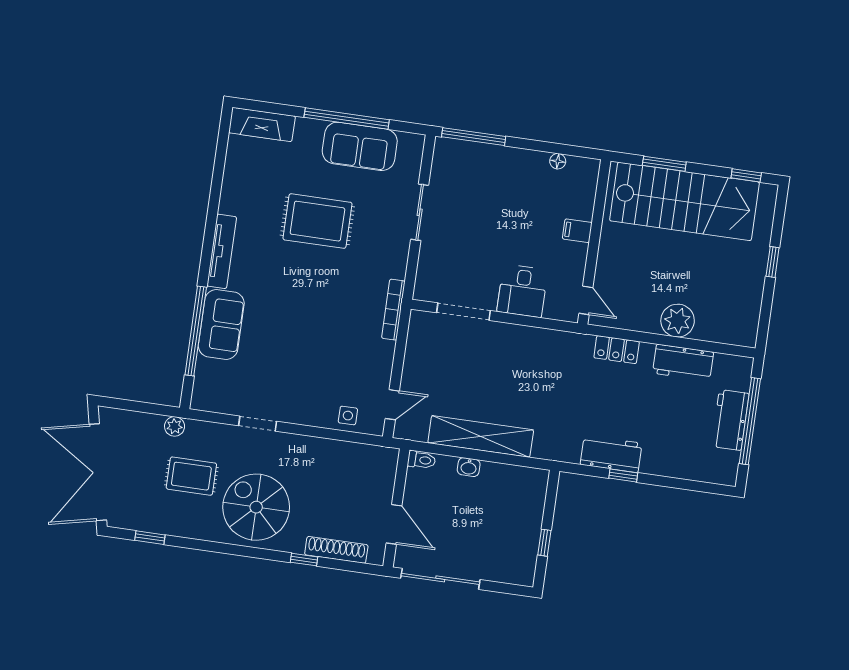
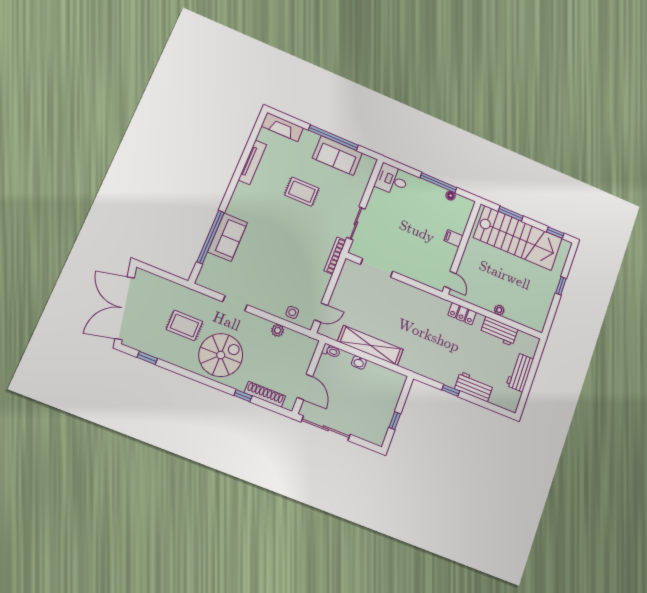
window: (474, 137) -> (438, 183), moved
sliding door: (420, 212) -> (356, 223), moved
rug: (317, 221) -> (302, 192), width x0.73, depth x0.70
tv unit: (222, 251) -> (252, 162), moved
desk: (522, 291) -> (392, 180), moved, turned 90
plant: (678, 321) -> (499, 310), width x0.53, depth x0.53
window: (750, 421) -> (531, 376), removed
plant: (175, 426) -> (278, 330), moved
workbench: (611, 454) -> (474, 387), moved
spiral stairs: (256, 507) -> (221, 355), turned 90

